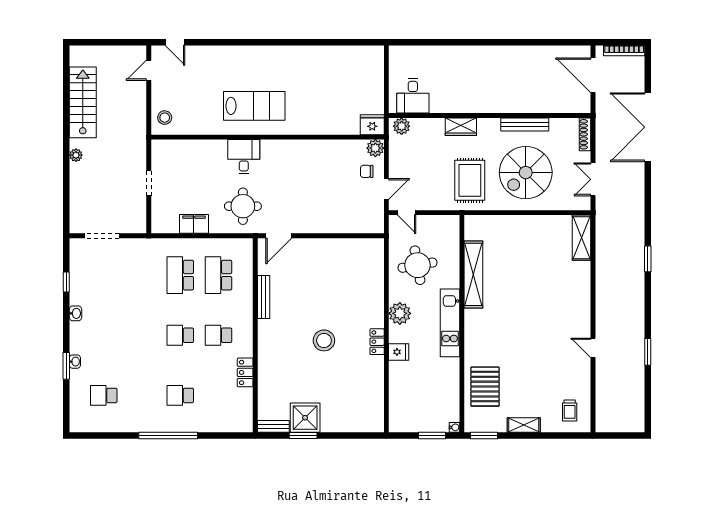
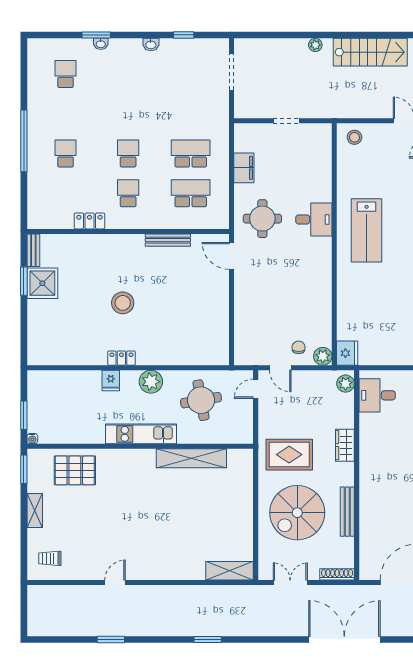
spiral stairs: (526, 173) -> (297, 513), turned -90

